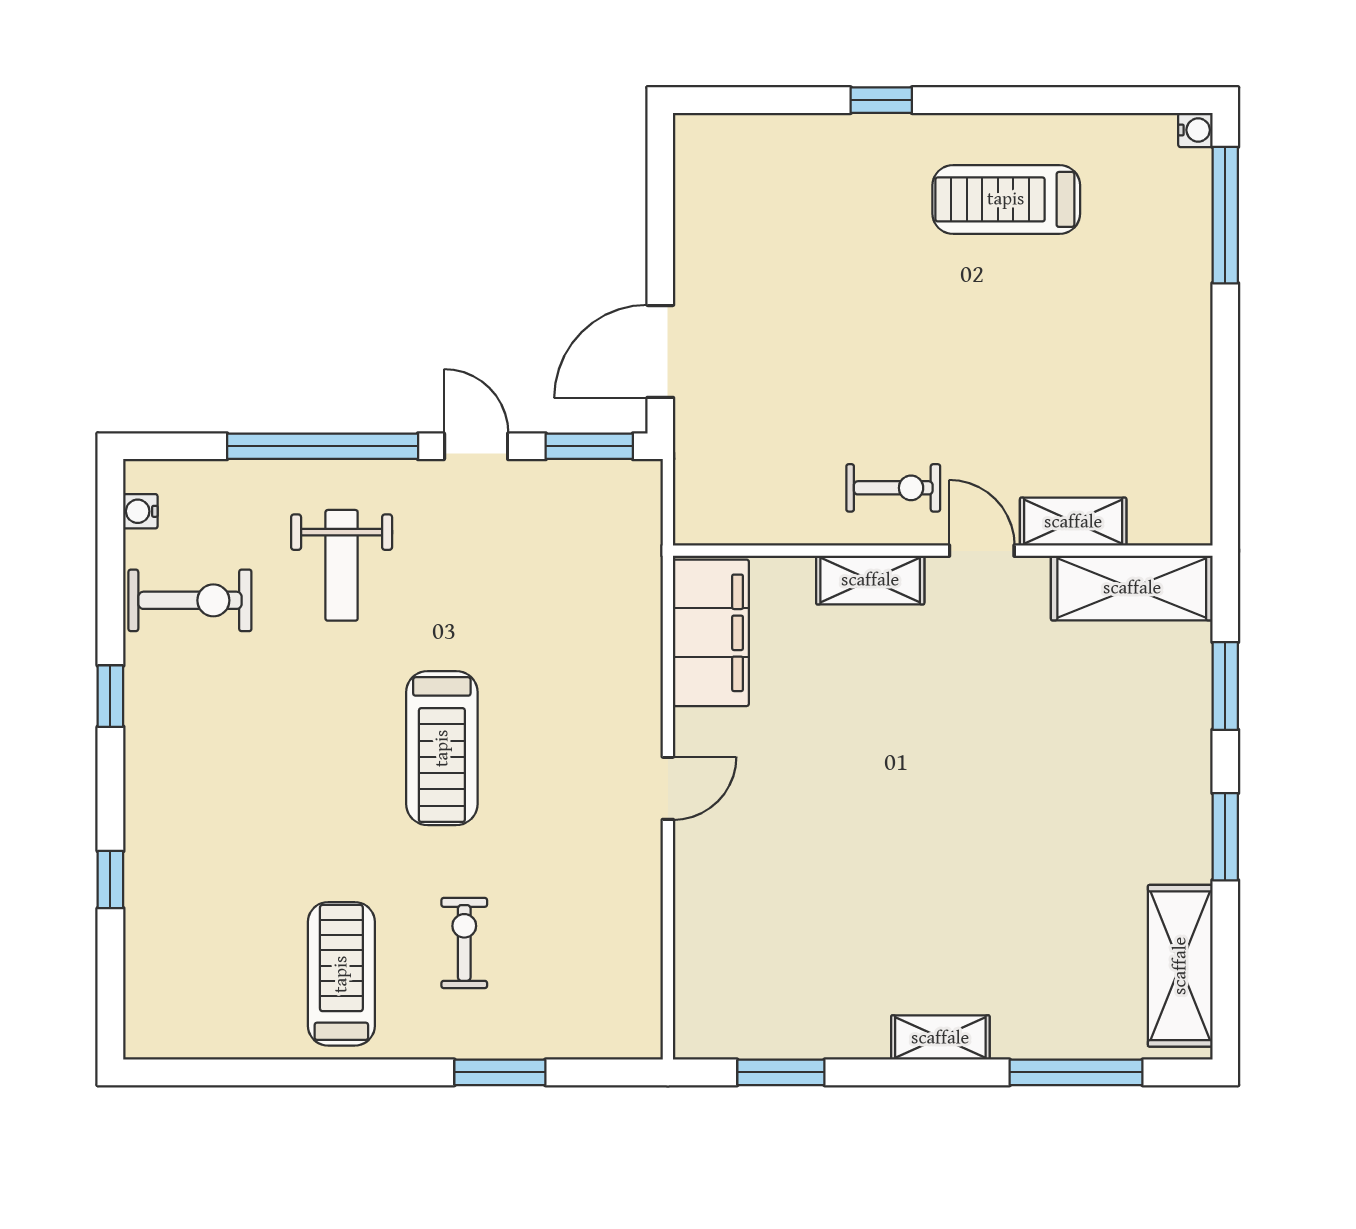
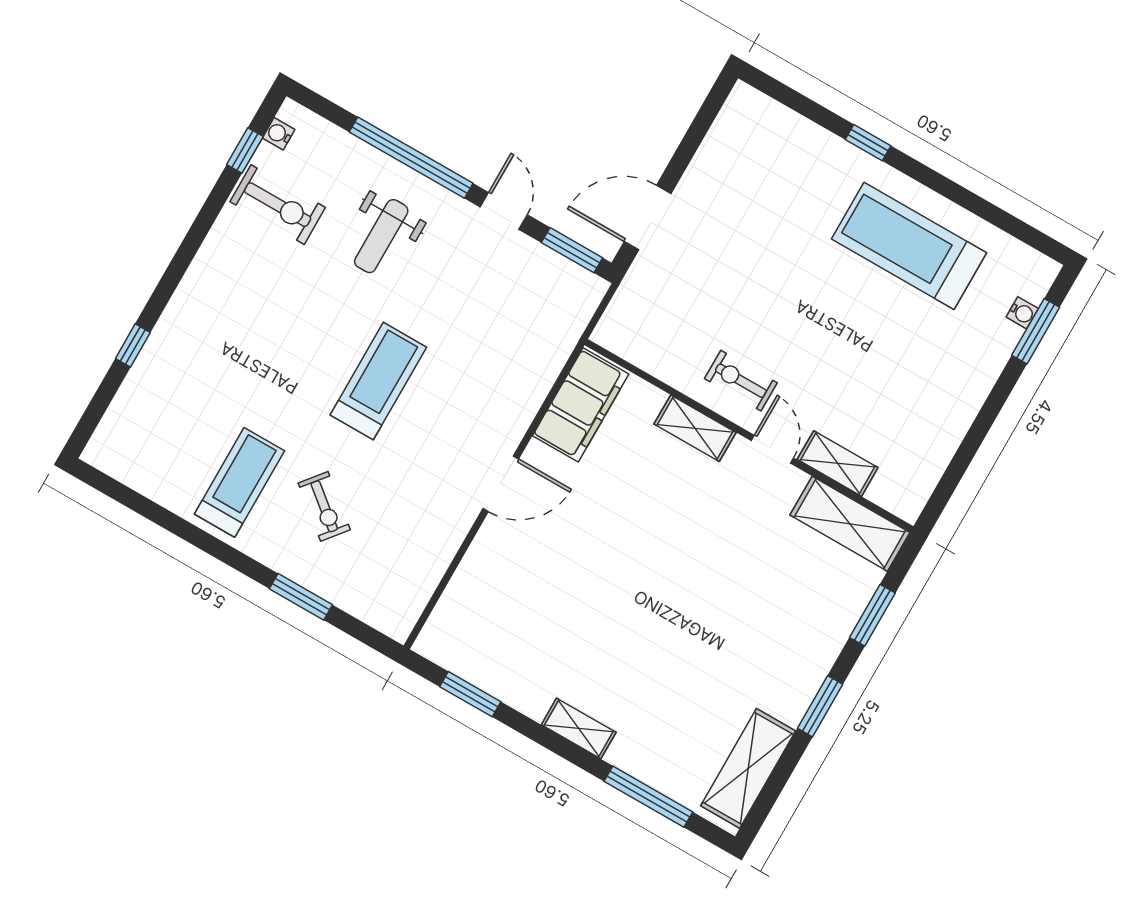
water cooler: (1195, 130) -> (1022, 313), moved
treadmill: (1006, 199) -> (909, 246), width x1.37, depth x1.38
window: (1225, 215) -> (1036, 331), width x0.69
exercise bike: (893, 488) -> (741, 381), turned 180
window: (110, 696) -> (245, 151), moved
treadmill: (442, 748) -> (378, 381), turned 180
door: (668, 788) -> (501, 484), width x1.38
exercise bike: (464, 943) -> (324, 506), turned 129

